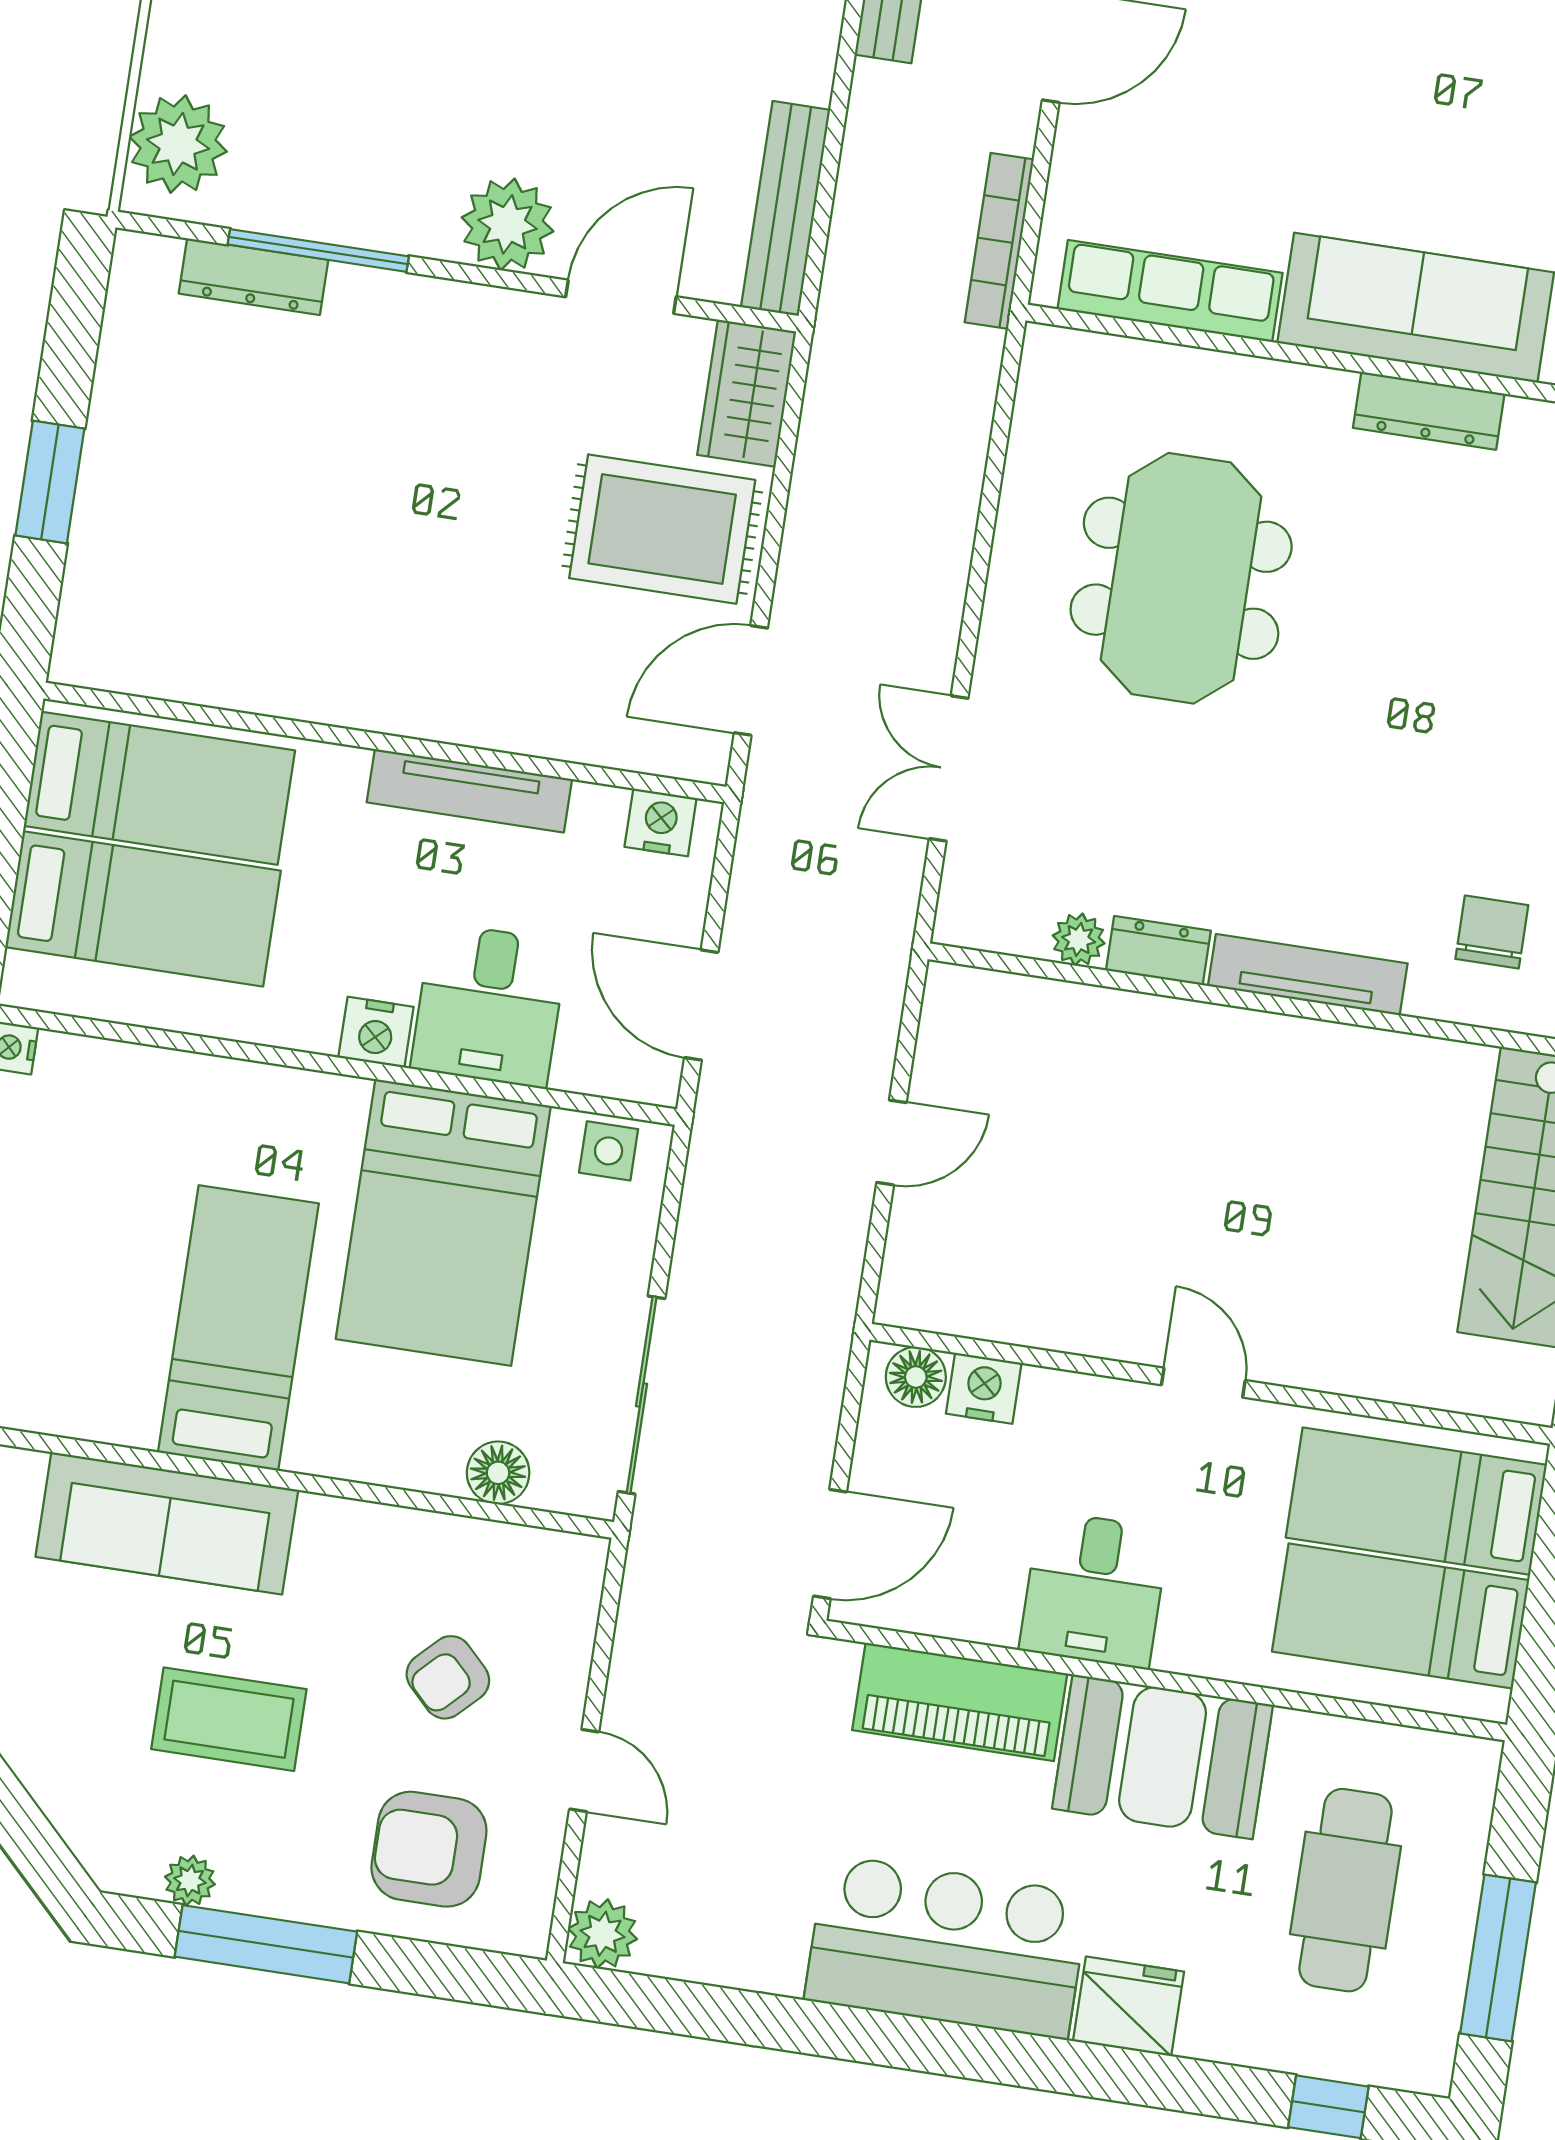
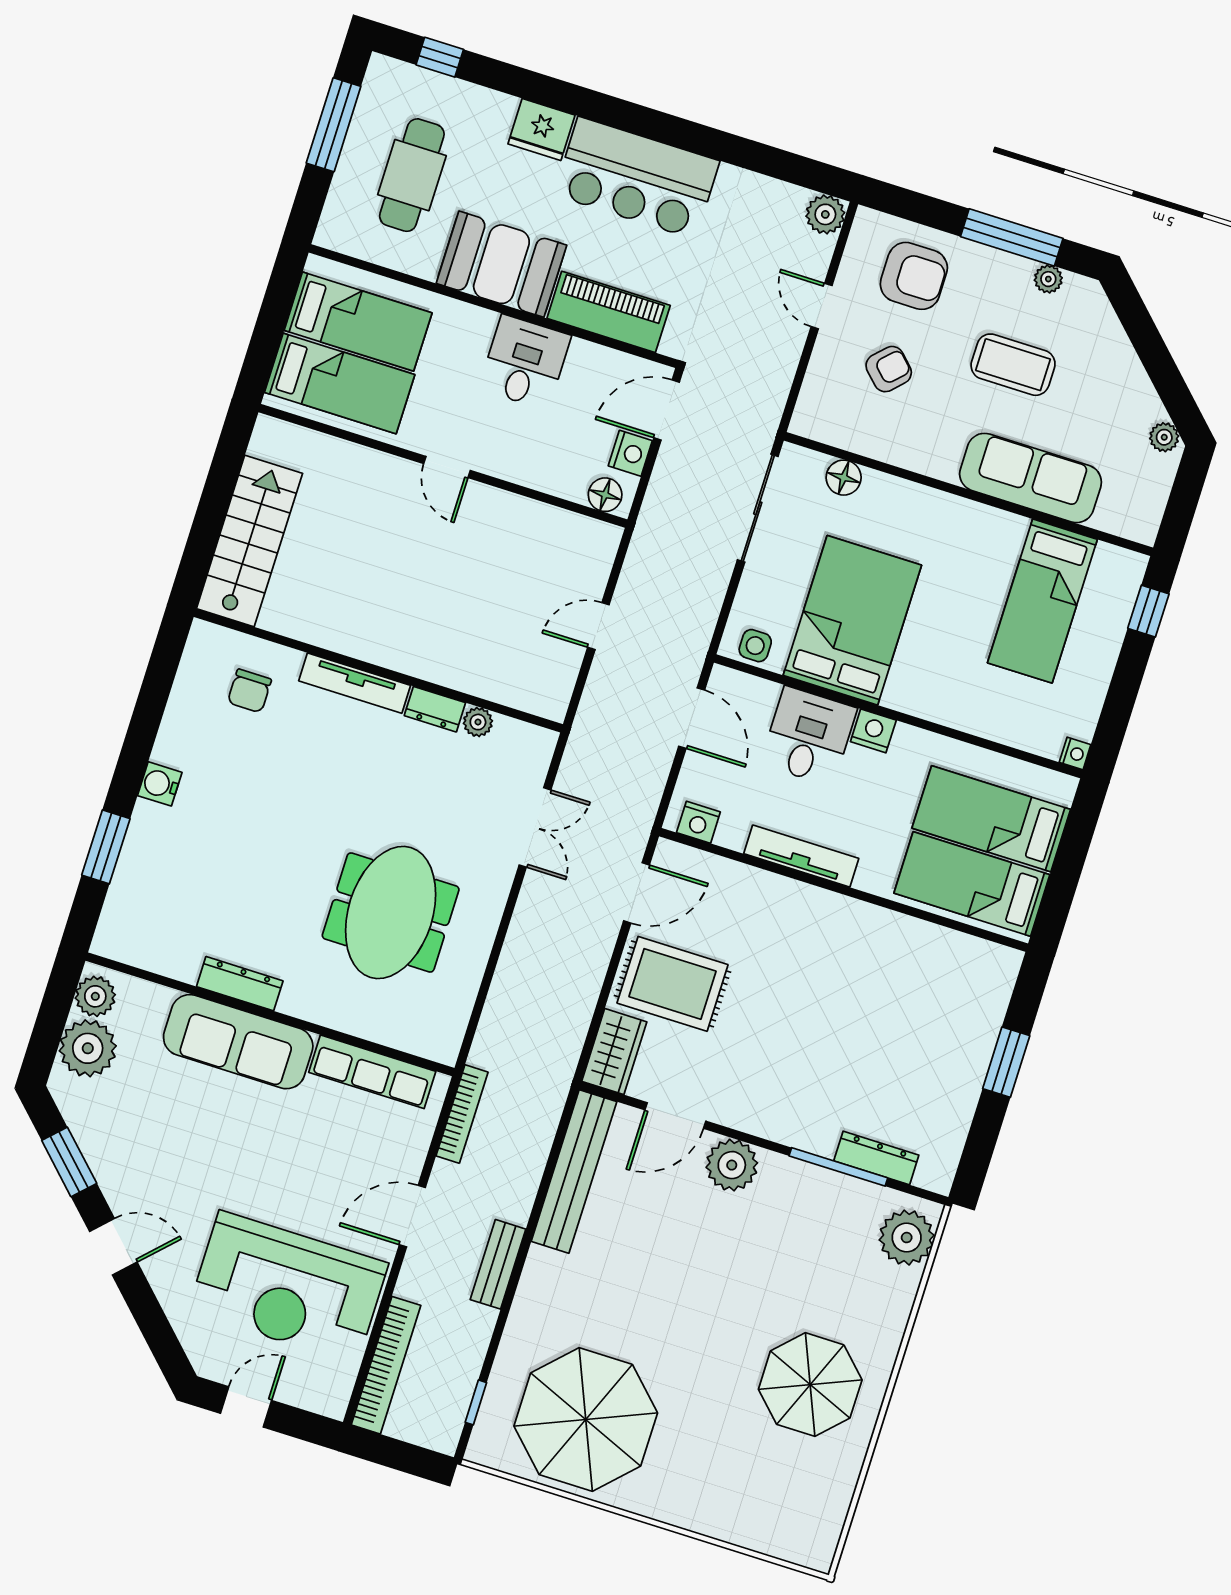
bench: (786, 208) -> (574, 1172), width x1.37, depth x1.21
bed: (238, 1328) -> (1042, 601), moved
nightstand: (984, 1388) -> (630, 453), moved, turned -90

